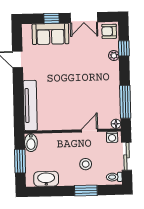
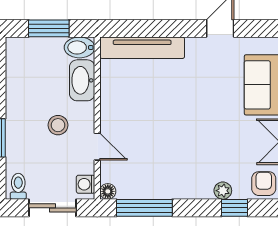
stool: (86, 164) -> (58, 125), moved
washbasin: (46, 179) -> (82, 80), moved, turned 180

